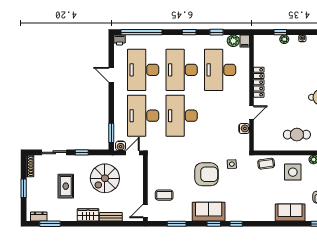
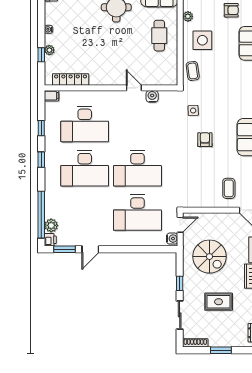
plant: (233, 41) -> (51, 225), moved
desk: (143, 70) -> (85, 213), removed
locker: (259, 82) -> (71, 79), moved
window: (111, 133) -> (65, 249), moved
door: (133, 153) -> (180, 225), swing flipped
armchair: (206, 174) -> (205, 140), width x0.53, depth x0.53

